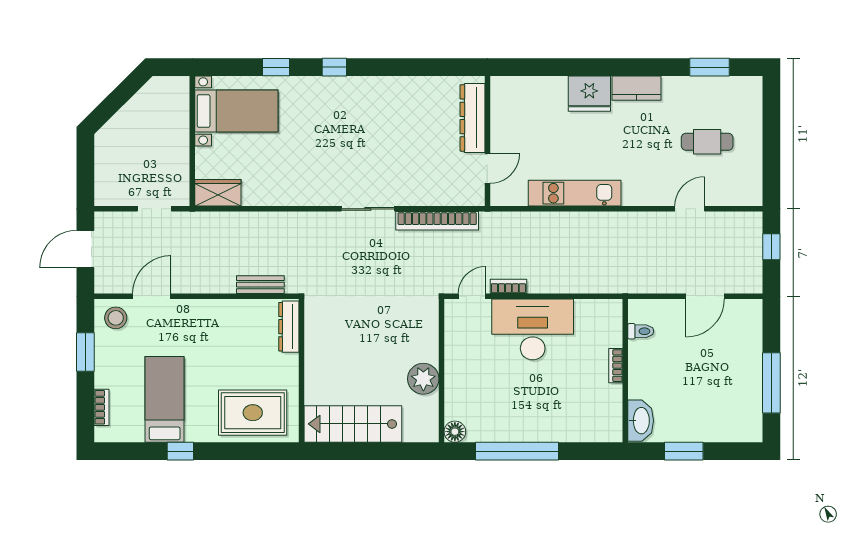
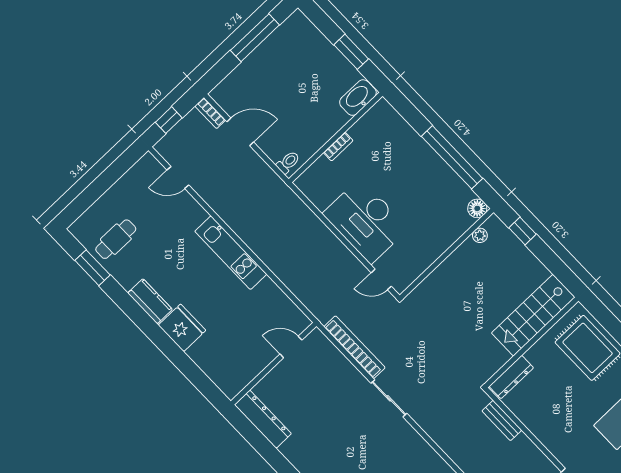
dresser: (472, 118) -> (263, 419), moved, turned -90
cafe table: (707, 142) -> (116, 239), moved, turned 90
kitchen unit: (575, 193) -> (231, 253), moved
door: (690, 209) -> (178, 178), moved
bookcase: (508, 286) -> (210, 113), moved
toilet: (641, 331) -> (288, 162), moved, turned 90
plant: (423, 379) -> (480, 235), moved, width x0.53, depth x0.53
stairs: (353, 424) -> (533, 315), moved, turned 90
window: (401, 451) -> (522, 231), added

